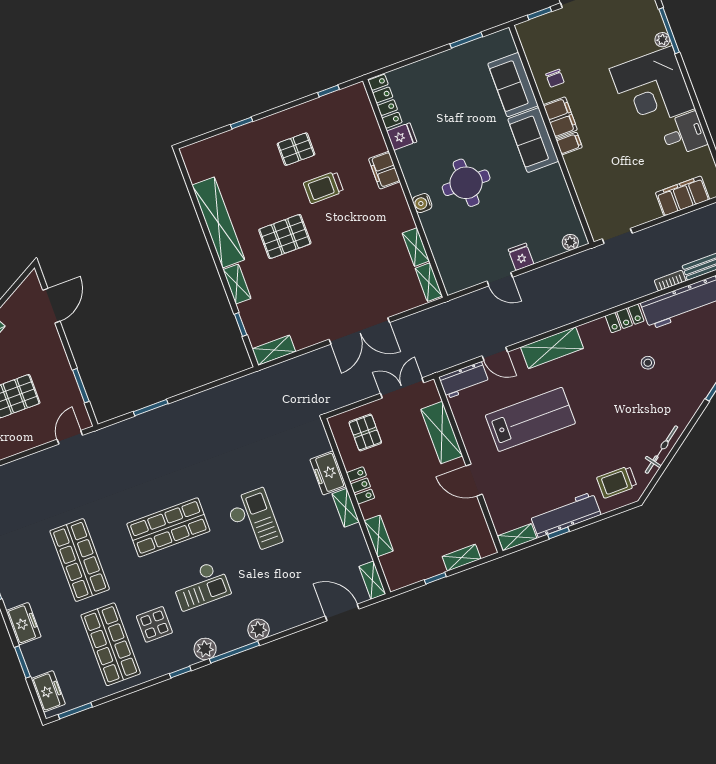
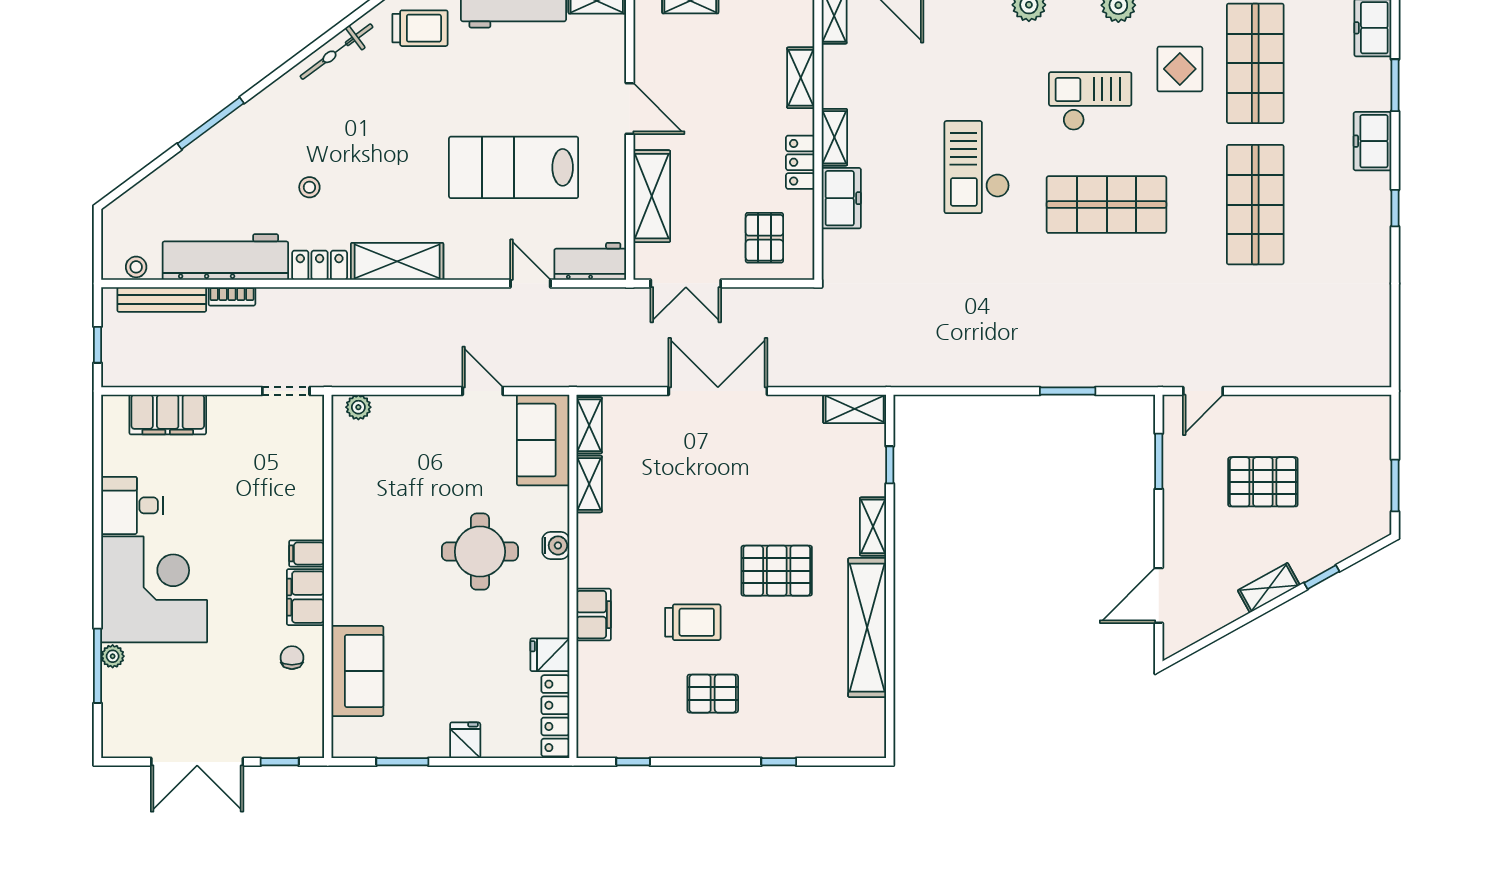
sofa: (533, 140) -> (543, 440), moved, turned 180
fridge: (521, 257) -> (465, 740), moved, turned 180
shelving: (552, 348) -> (397, 261), moved

